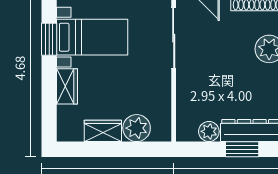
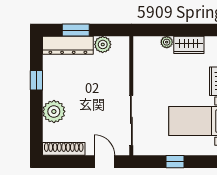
plant: (137, 128) -> (167, 42), width x0.53, depth x0.53

